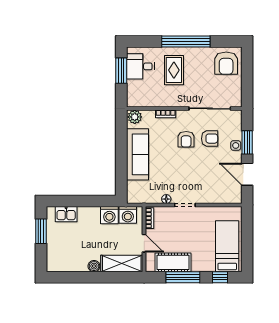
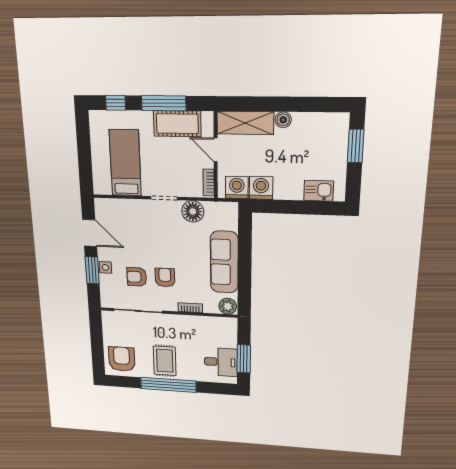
rug: (174, 70) -> (165, 361), moved
floor lamp: (166, 199) -> (193, 211), width x1.89, depth x1.89
window: (41, 231) -> (356, 146), moved
bed: (227, 246) -> (125, 163), moved, turned 180

